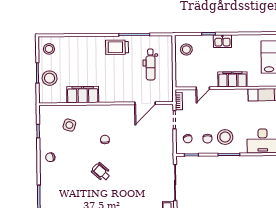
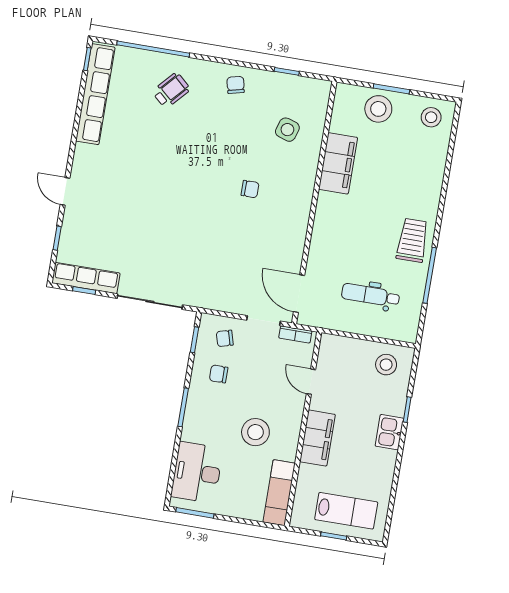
door: (145, 103) -> (299, 294), moved
stool: (225, 137) -> (255, 432), moved
wheelchair: (101, 172) -> (171, 90), moved

